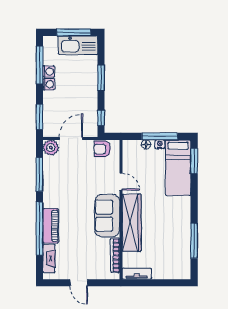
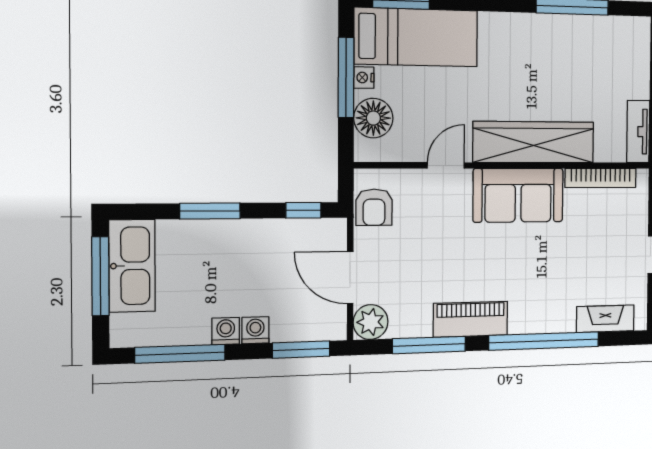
washing machine: (49, 72) -> (255, 330), moved
floor lamp: (146, 144) -> (373, 118), width x1.89, depth x1.89
piano: (51, 226) -> (471, 319), moved

